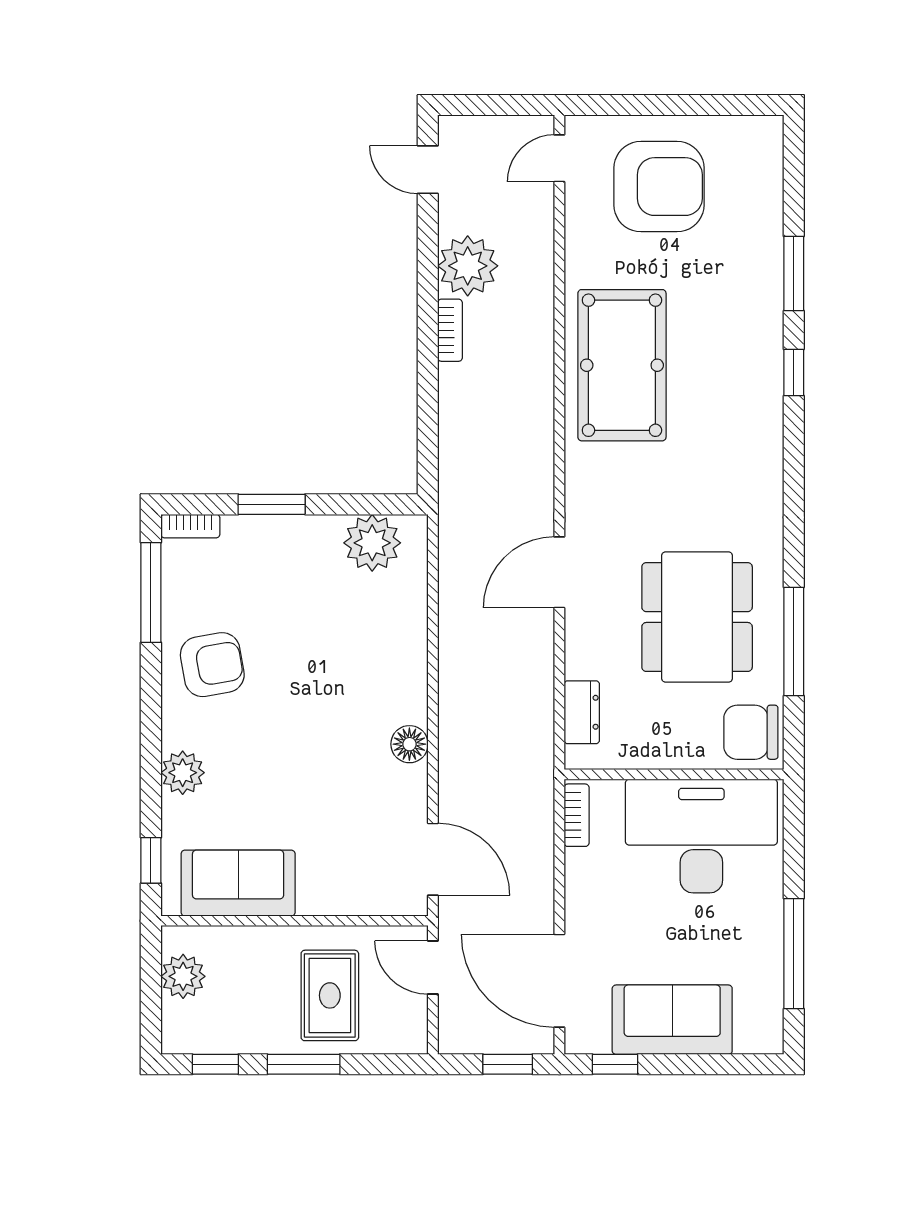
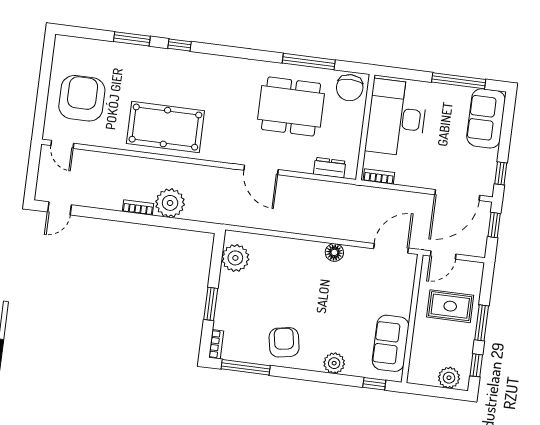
plant: (468, 266) -> (170, 203), moved
plant: (183, 976) -> (449, 378), moved
sofa: (672, 1020) -> (486, 118), moved

